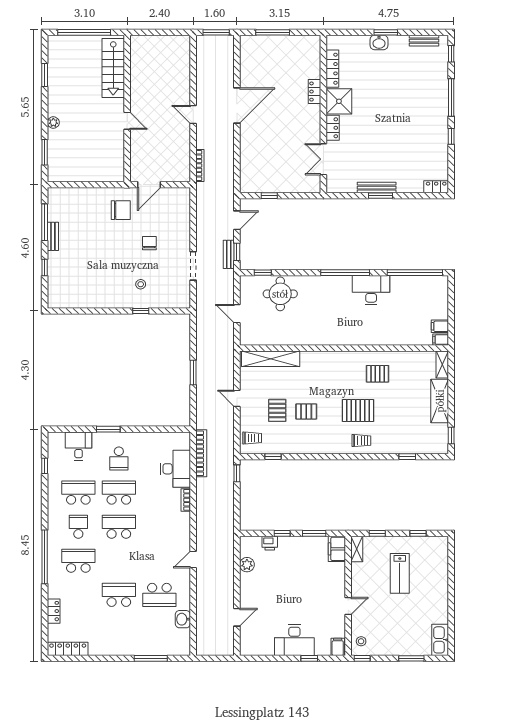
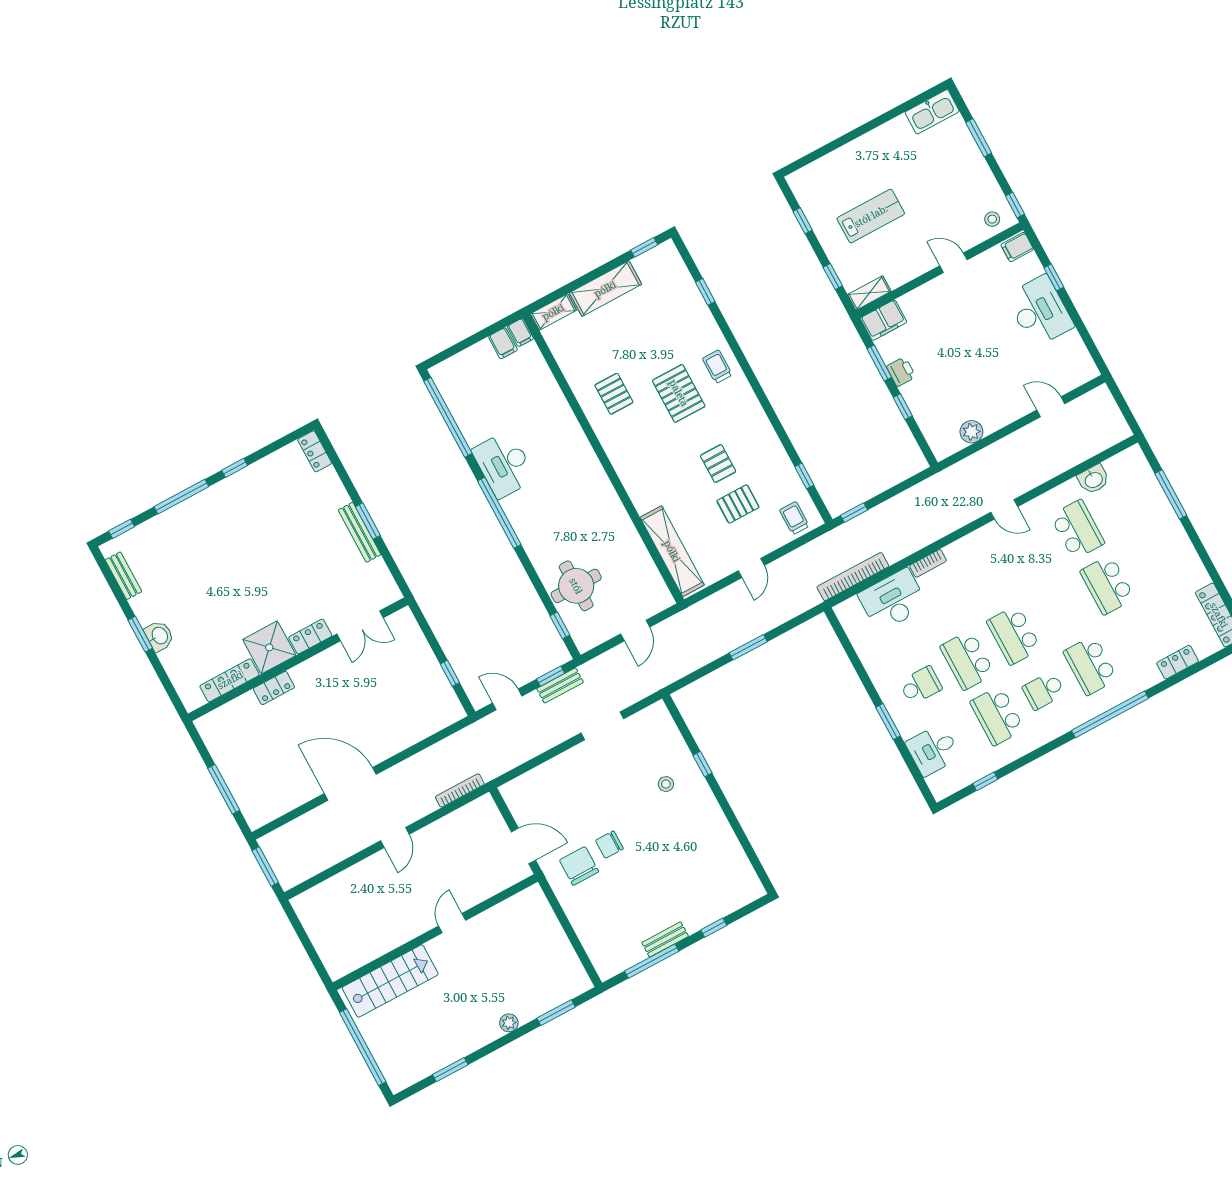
chair: (149, 243) -> (609, 845), moved
printer: (270, 543) -> (901, 372), moved

